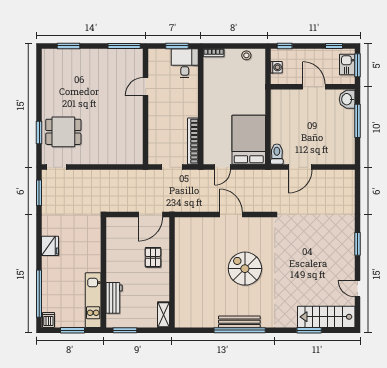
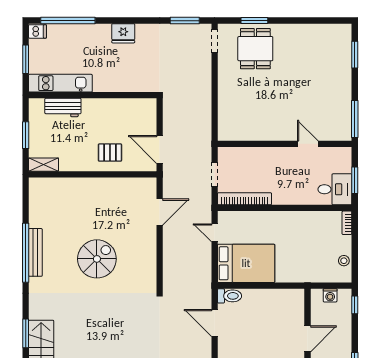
door: (231, 214) -> (160, 212), moved
window: (125, 330) -> (26, 135), moved

